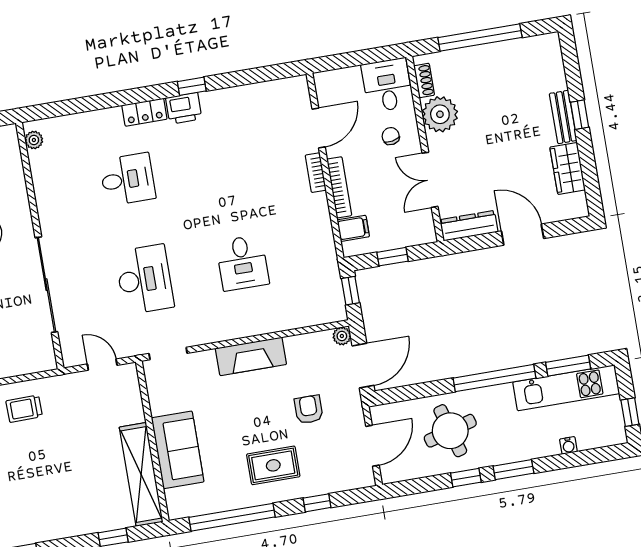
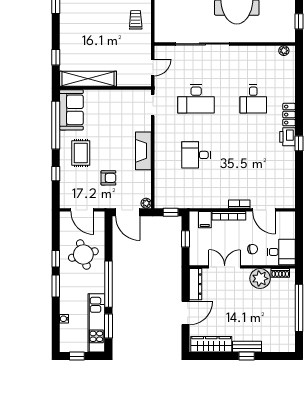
wardrobe: (568, 168) -> (211, 344), width x1.50
sofa: (178, 450) -> (71, 110), moved, turned -90

